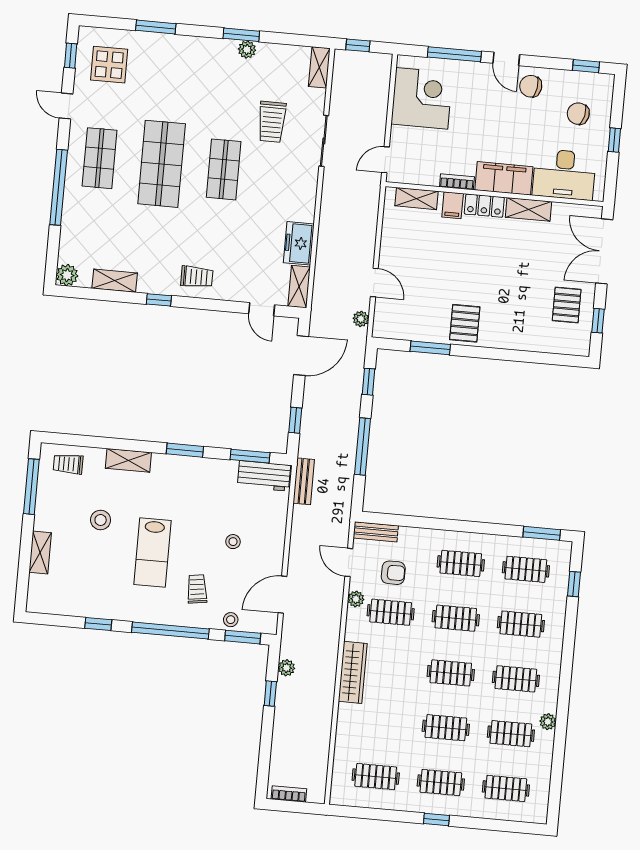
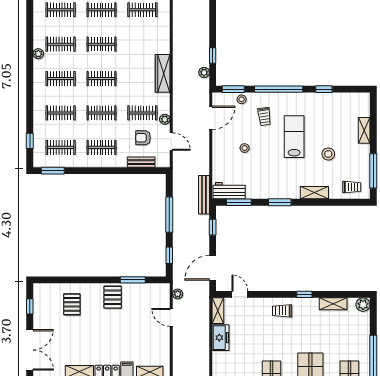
pallet: (567, 305) -> (72, 304), moved
bench: (304, 481) -> (204, 195), width x1.36
bench: (376, 532) -> (141, 162), moved

